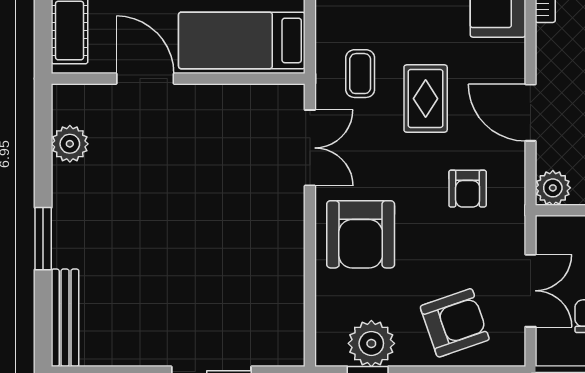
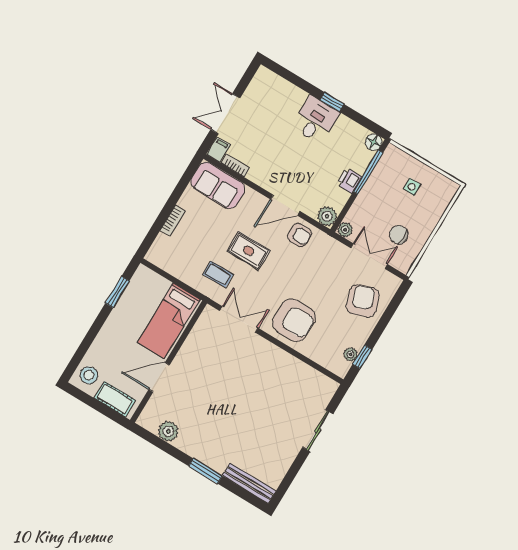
armchair: (468, 189) -> (299, 235), moved
plant: (549, 229) -> (345, 230), added
plant: (371, 343) -> (351, 354), width x0.53, depth x0.53

